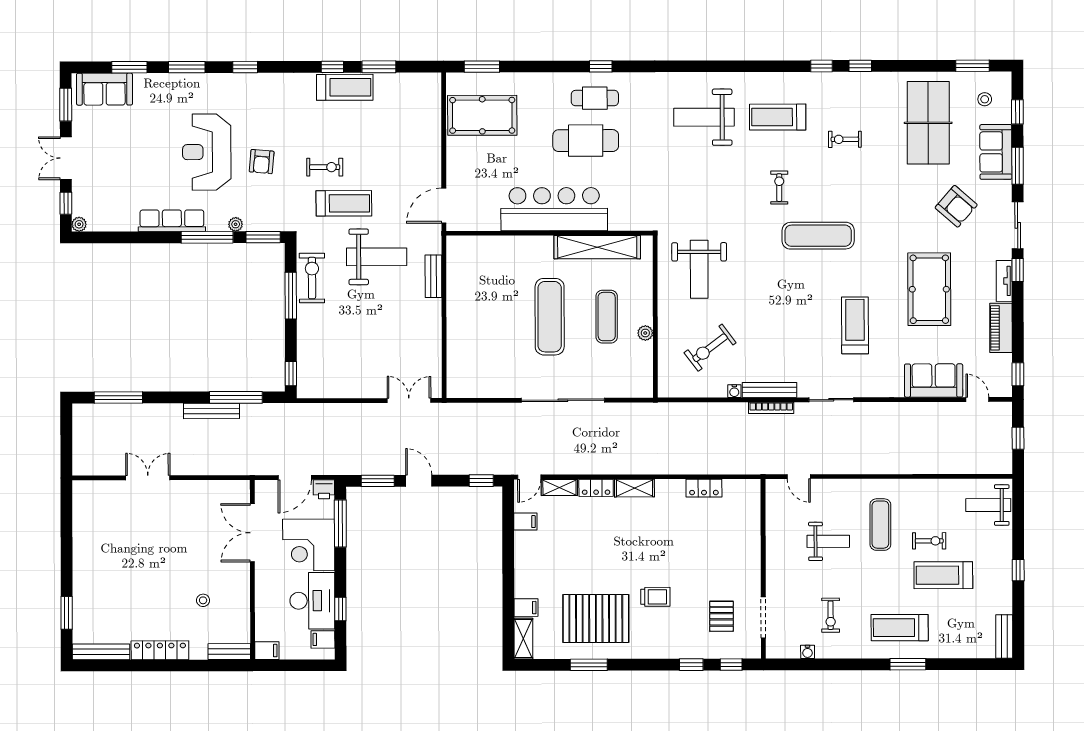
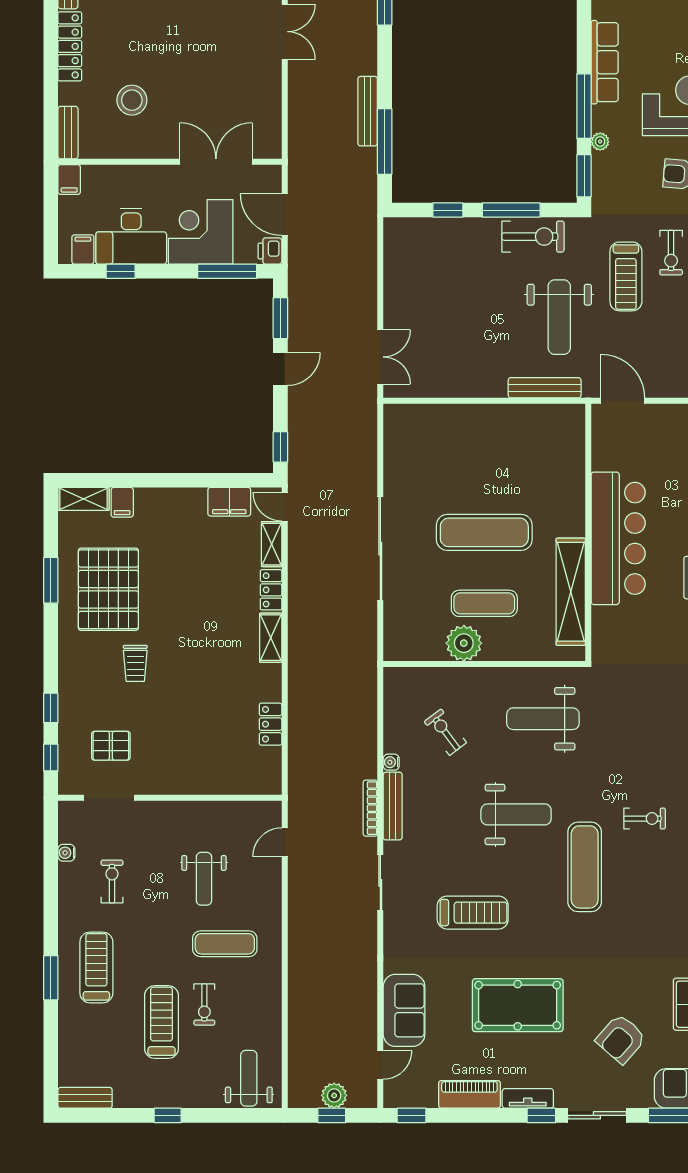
bench: (433, 276) -> (545, 388), width x1.36
weight bench: (776, 291) -> (516, 814), added
plant: (645, 333) -> (464, 643), width x1.87, depth x1.87
exercise bike: (710, 348) -> (445, 732), width x0.73, depth x0.72
window: (291, 374) -> (448, 210), moved
plant: (1002, 437) -> (334, 1095), added
filing cabinet: (525, 522) -> (229, 502), width x2.00
stool: (203, 600) -> (132, 100), width x1.89, depth x1.89
exercise bike: (831, 615) -> (112, 882), turned 90

